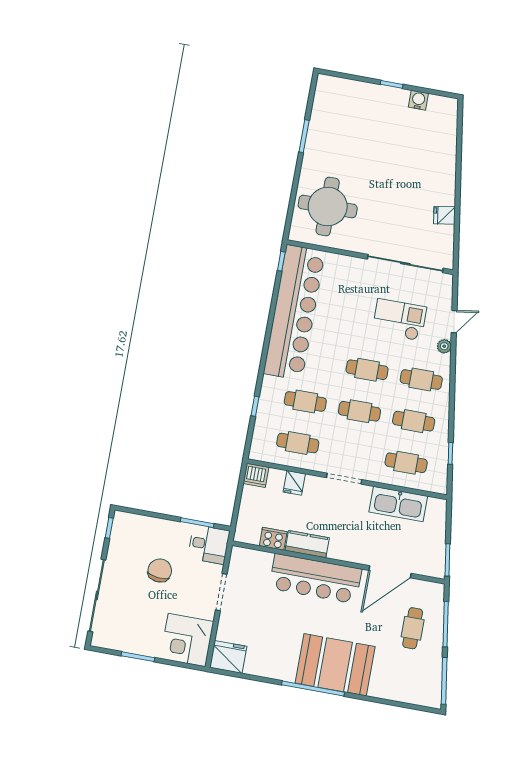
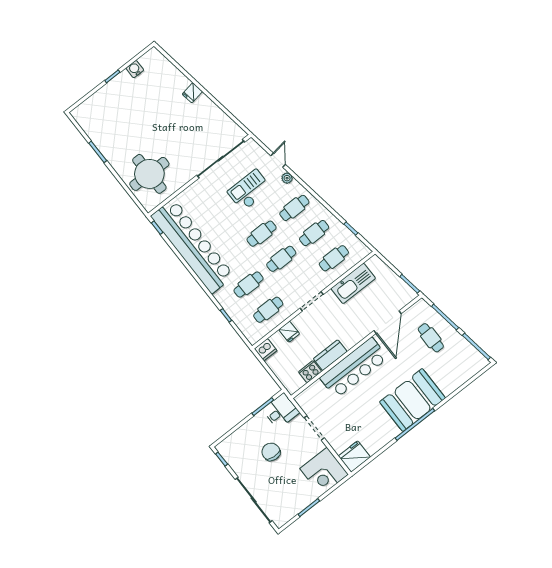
fridge: (444, 215) -> (192, 93), moved

